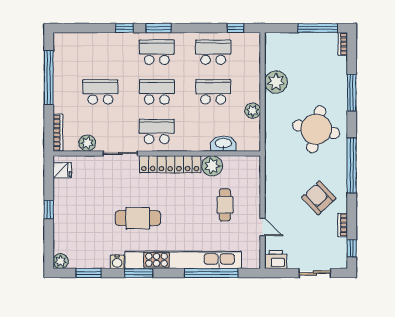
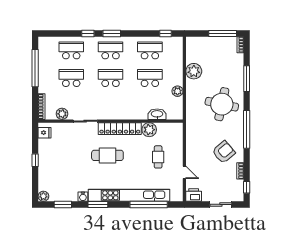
school desk: (157, 131) -> (71, 50), moved
armchair: (319, 198) -> (224, 152), turned 93
cafe table: (138, 218) -> (107, 155), moved

